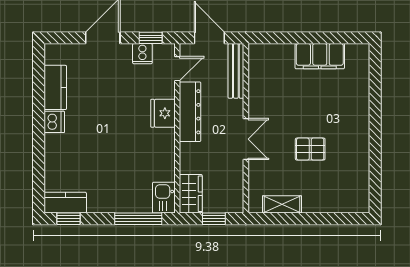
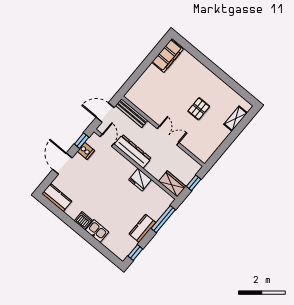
filing cabinet: (320, 56) -> (167, 56), moved
kitchen counter: (55, 87) -> (57, 197), moved
fridge: (163, 113) -> (140, 180), moved
kitchen sink: (164, 198) -> (97, 231), moved, turned 180
kitchen counter: (65, 203) -> (142, 228), moved
shelving: (282, 204) -> (236, 119), moved

